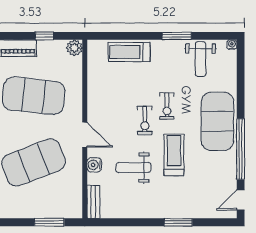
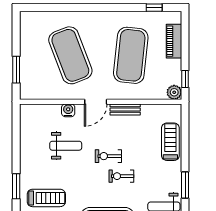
window: (44, 36) -> (185, 79), moved
treadmill: (174, 155) -> (46, 198), moved
weight bench: (133, 168) -> (66, 146), turned 90
bench: (93, 202) -> (125, 109), moved

